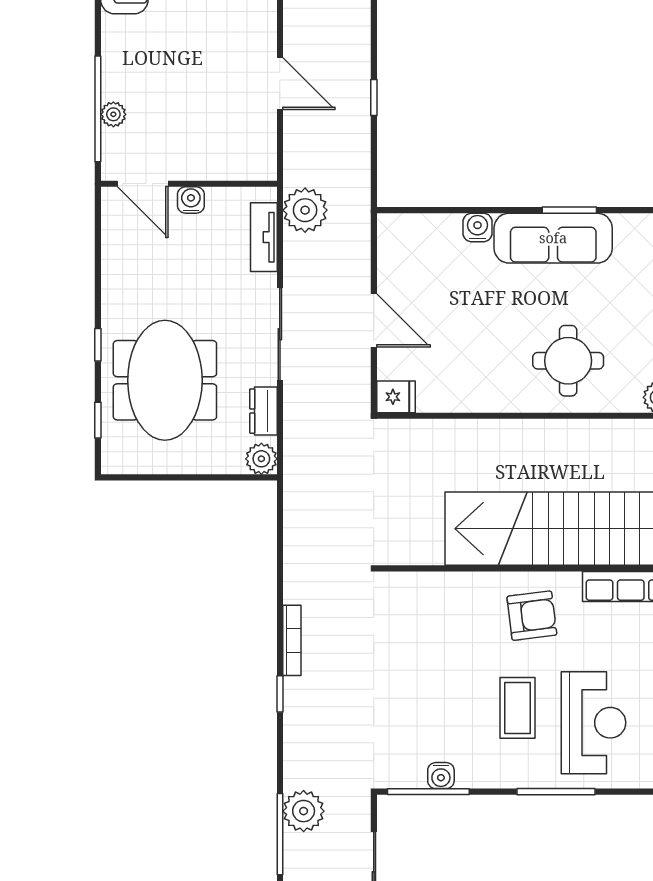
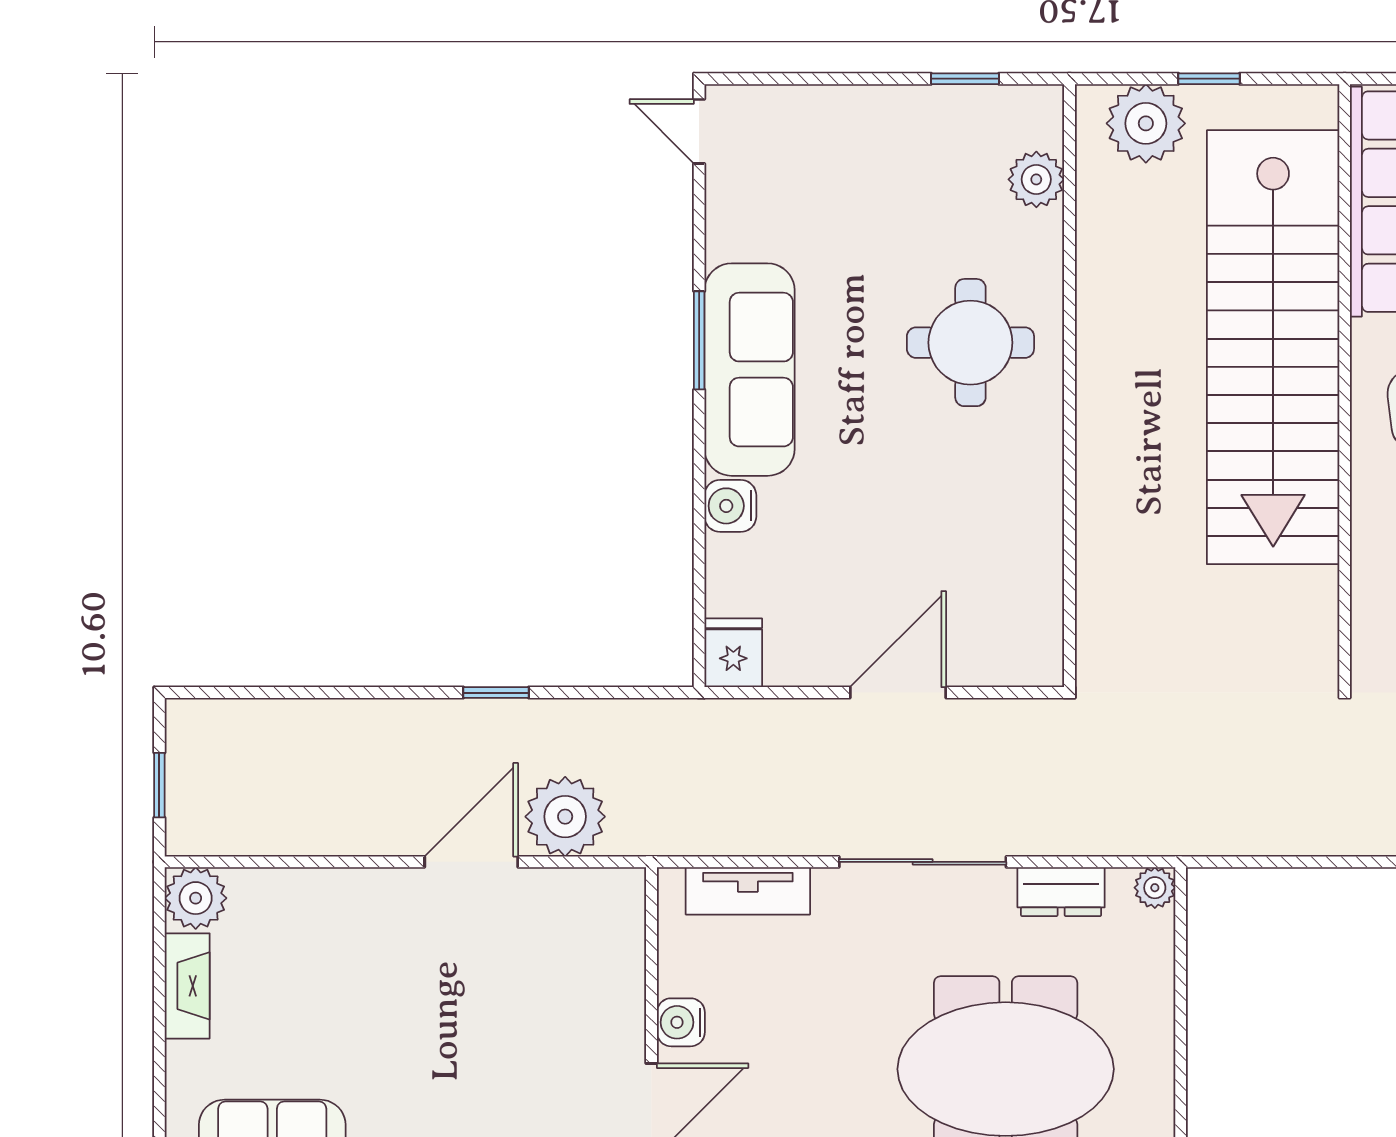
plant: (305, 210) -> (565, 817), moved
fridge: (396, 397) -> (733, 653), moved
plant: (261, 459) -> (1155, 888), width x0.73, depth x0.73

